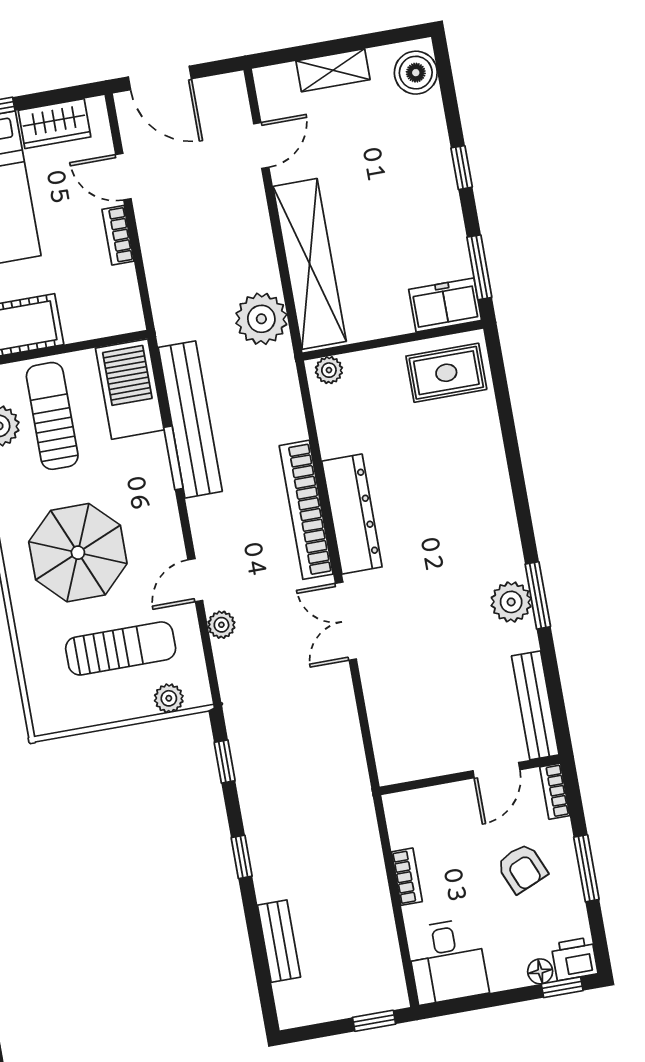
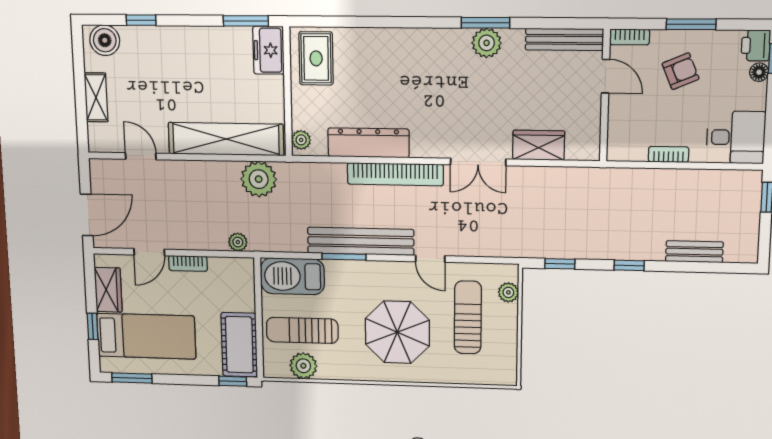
window: (462, 168) -> (141, 20), moved
bench: (190, 419) -> (361, 241), moved
dresser: (352, 514) -> (368, 143), moved
plant: (221, 625) -> (238, 242), moved
wardrobe: (385, 699) -> (539, 145), added

